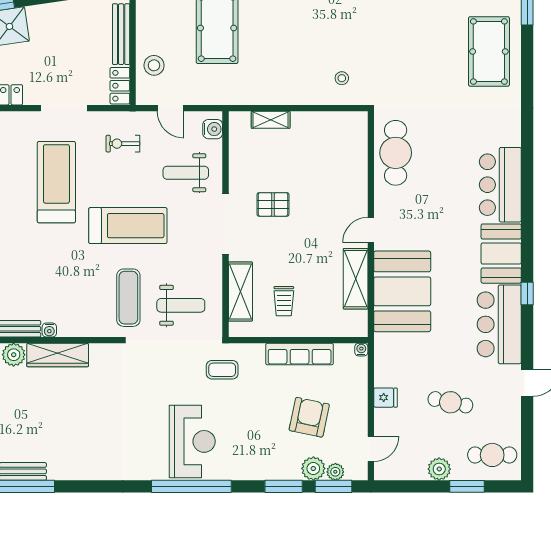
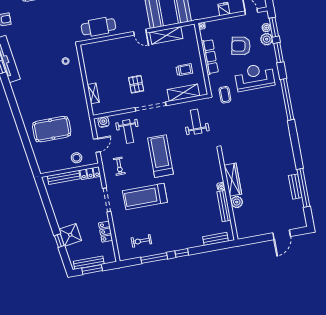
exercise mat: (128, 298) -> (197, 149), removed
reception desk: (192, 441) -> (254, 77), moved

